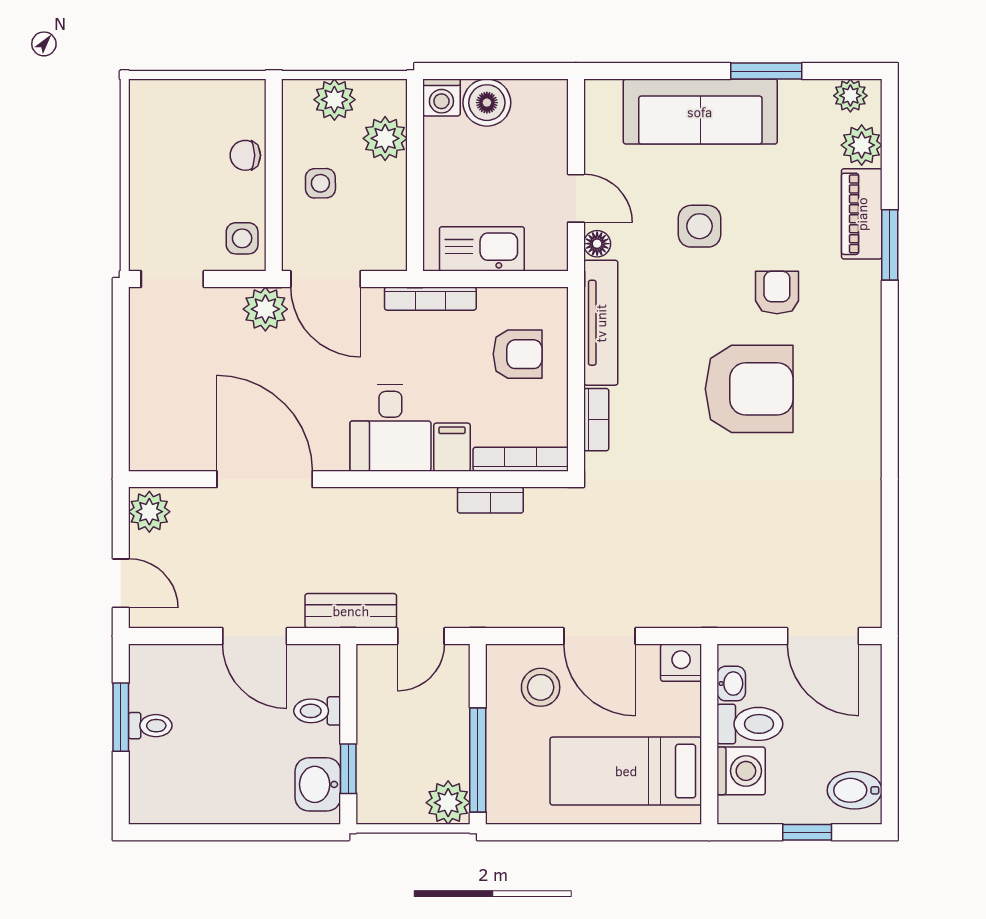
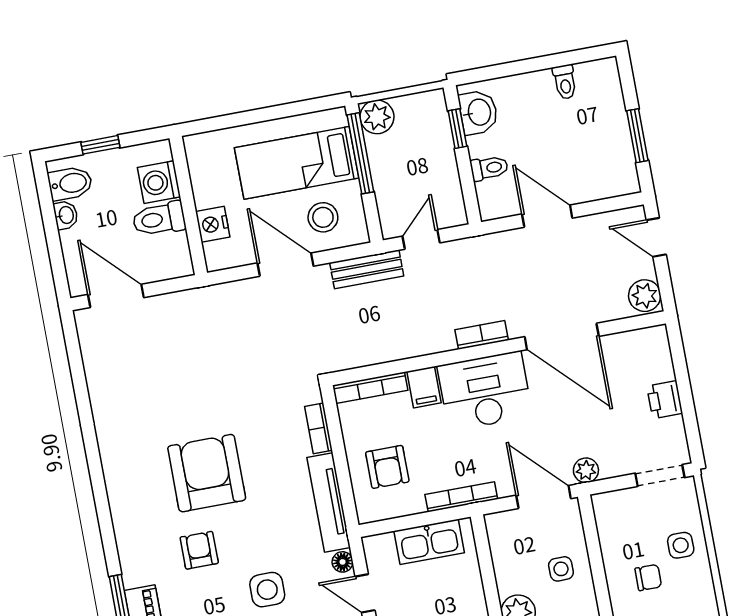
chair: (245, 155) -> (648, 577), moved
side table: (242, 238) -> (681, 545), moved
armchair: (777, 292) -> (199, 550), turned 180
plant: (265, 309) -> (586, 470), width x0.73, depth x0.73
armchair: (518, 354) -> (387, 467), turned -90
printer: (148, 374) -> (665, 400), added
armchair: (749, 389) -> (207, 473), turned 90
desk: (390, 428) -> (485, 391), width x1.37
bookcase: (490, 500) -> (482, 335), moved
bench: (351, 611) -> (367, 269), moved
nightstand: (681, 663) -> (213, 224), moved, turned 90
washbasin: (731, 684) -> (66, 215), moved, turned 180
toilet: (150, 726) -> (565, 82), moved, turned -90
bed: (626, 771) -> (297, 163), moved, turned 180

